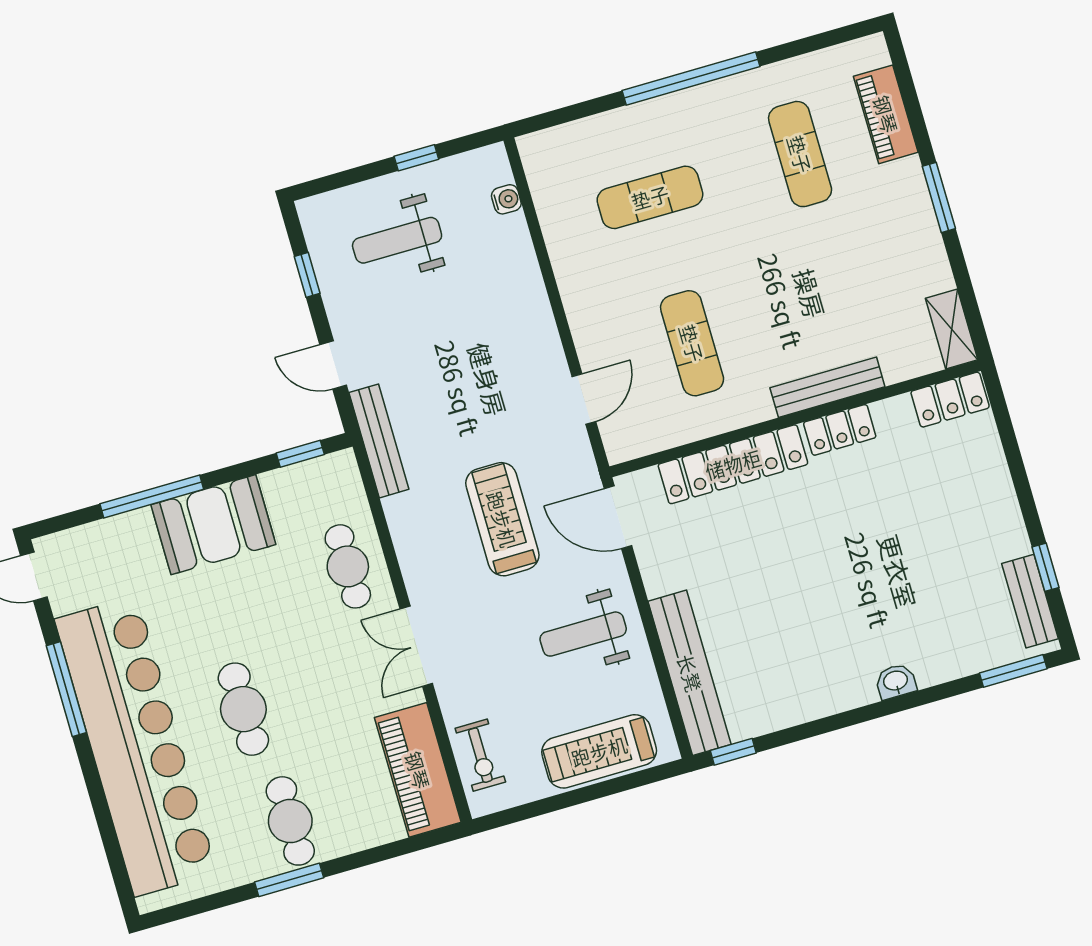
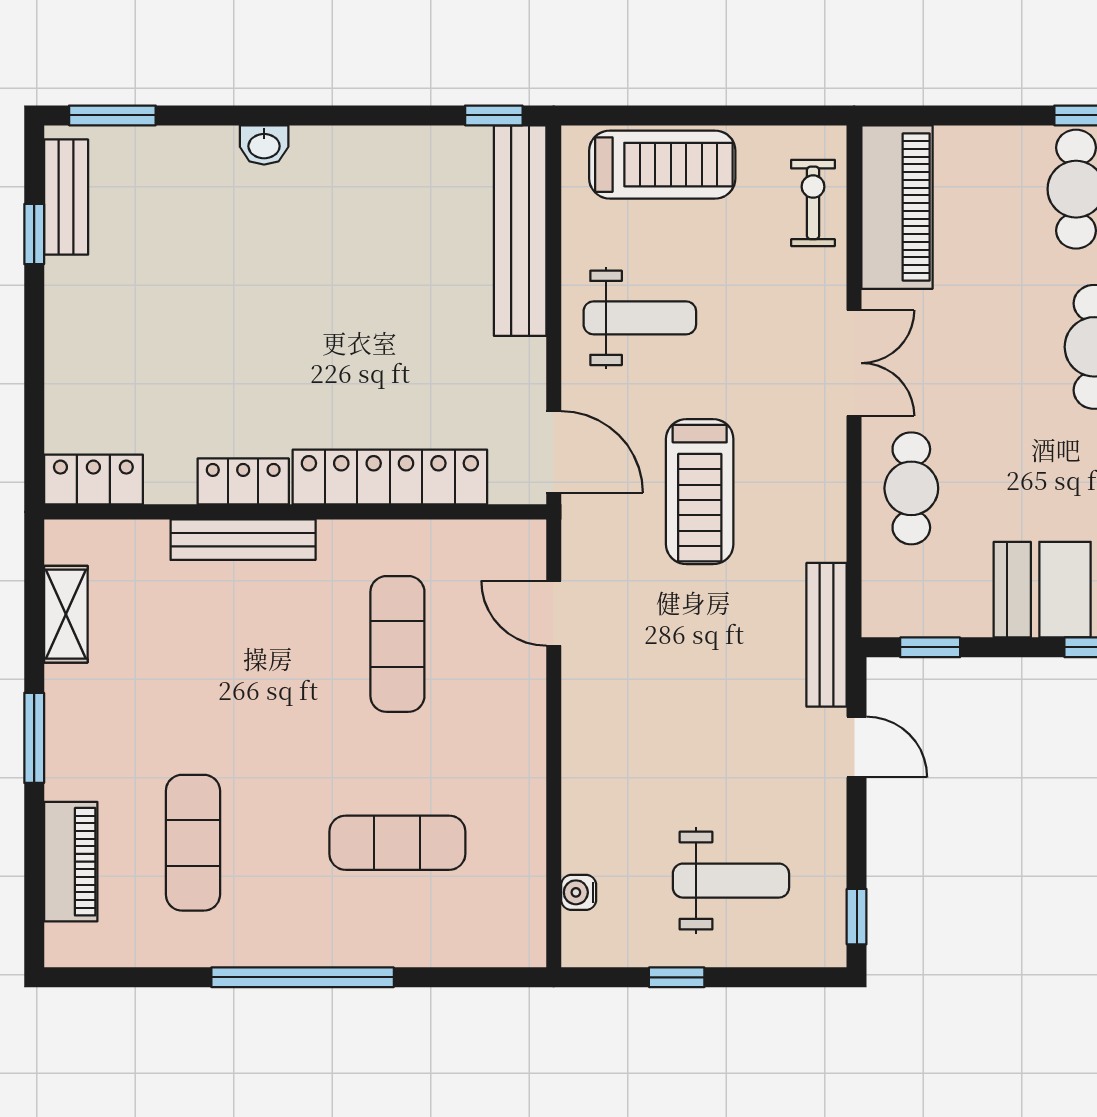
window: (307, 275) -> (857, 917), moved
shelving: (952, 329) -> (66, 614), moved
door: (584, 399) -> (554, 613), hinge flipped

